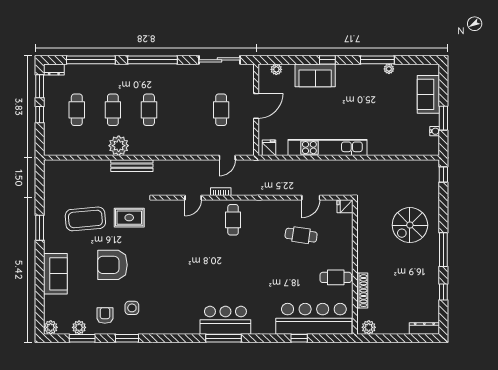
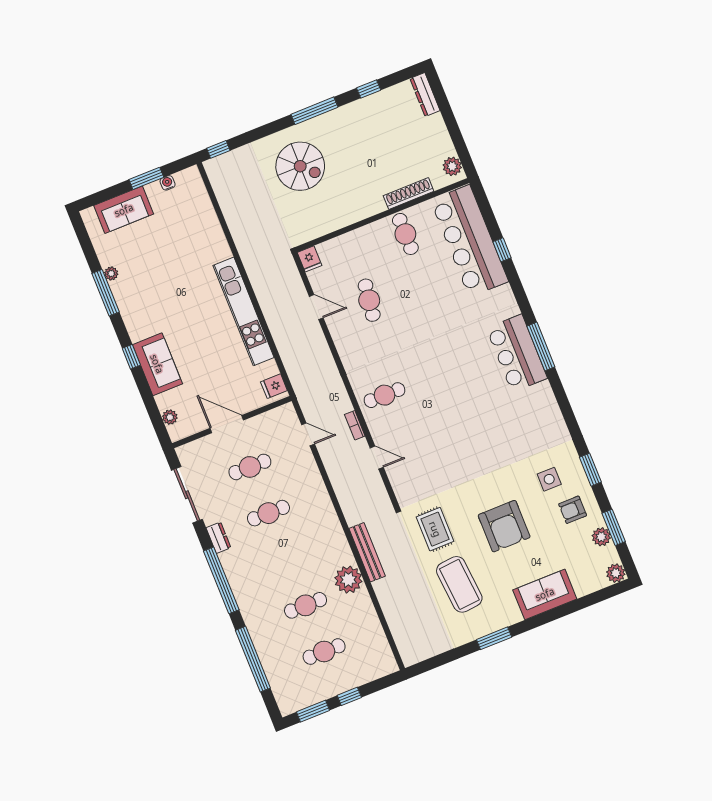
dresser: (54, 70) -> (219, 538), moved
cafe table: (149, 110) -> (268, 513), moved

